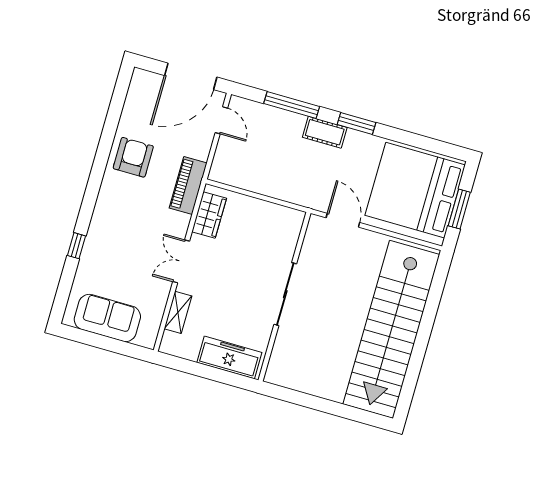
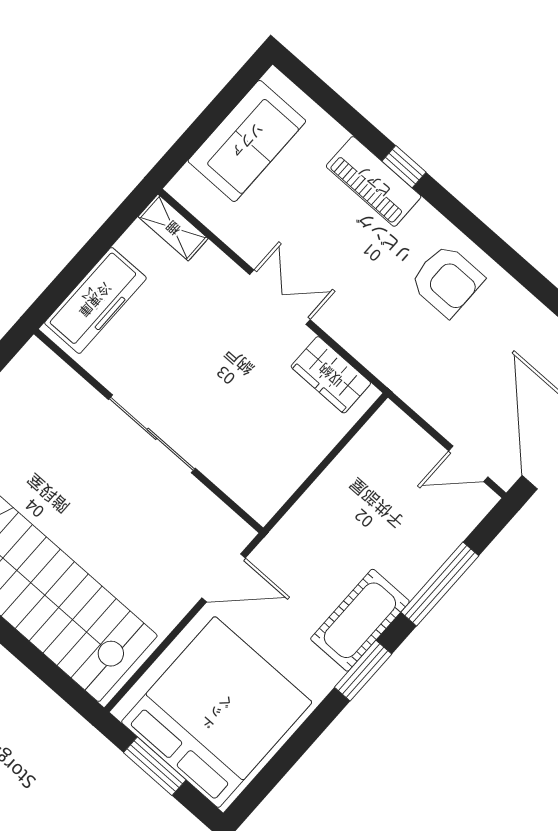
cot: (325, 132) -> (360, 620), width x1.37, depth x1.34
armchair: (133, 157) -> (447, 281), moved
piano: (188, 186) -> (374, 181), moved, turned 180
window: (77, 246) -> (404, 167), moved
shelving: (178, 312) -> (173, 228), moved

